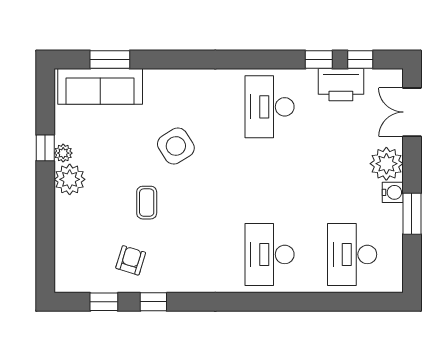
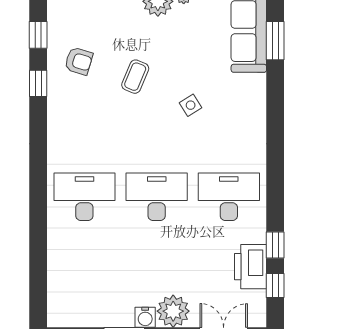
side table: (176, 146) -> (191, 105), width x0.54, depth x0.54
coffee table: (147, 203) -> (135, 77), turned -67
desk: (352, 254) -> (157, 197), moved

